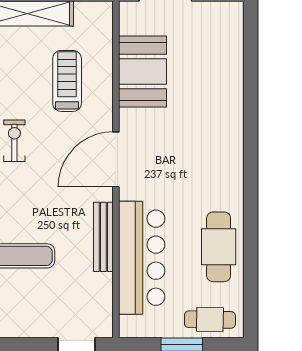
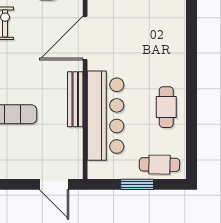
cafe table: (219, 247) -> (166, 107), width x0.73, depth x0.74

